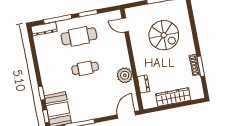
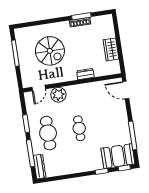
spiral stairs: (164, 35) -> (50, 51), turned 90
plant: (125, 75) -> (58, 95), moved
dresser: (143, 84) -> (85, 74), moved
wardrobe: (173, 97) -> (111, 49), width x0.67

